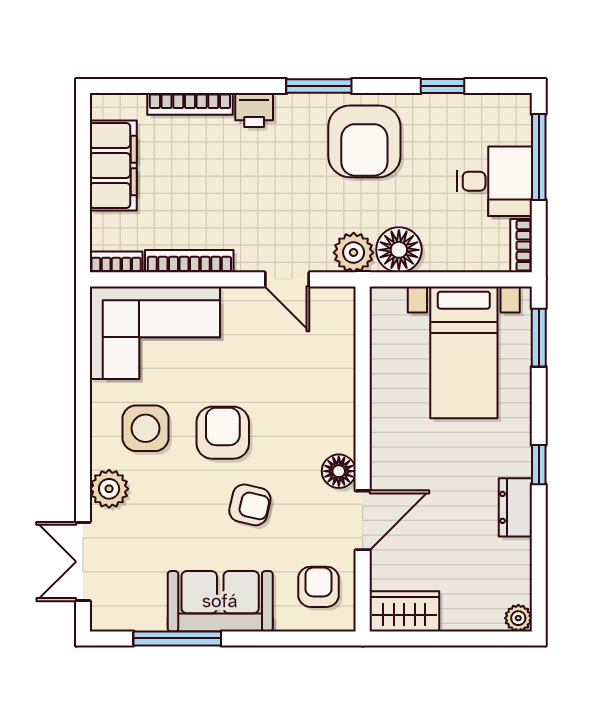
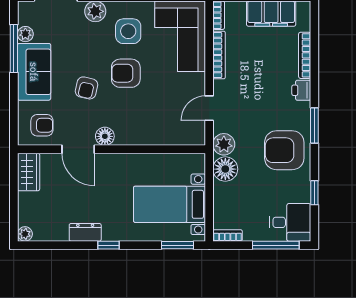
desk: (494, 181) -> (290, 222), moved, turned -90
armchair: (223, 433) -> (126, 73), turned 180
plant: (151, 617) -> (25, 34), added

